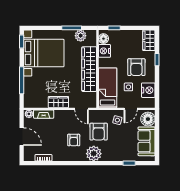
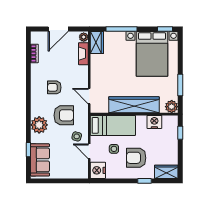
plant: (81, 36) -> (172, 107), moved
floor lamp: (103, 39) -> (168, 121), removed
nightstand: (148, 90) -> (98, 170), moved, turned 90
wardrobe: (58, 102) -> (97, 43), moved
door: (81, 109) -> (89, 96), hinge flipped
floor lamp: (148, 119) -> (78, 171), removed
armchair: (99, 132) -> (64, 115), turned 180
sofa: (147, 141) -> (40, 160), moved, turned 90
plant: (94, 154) -> (39, 125), moved

